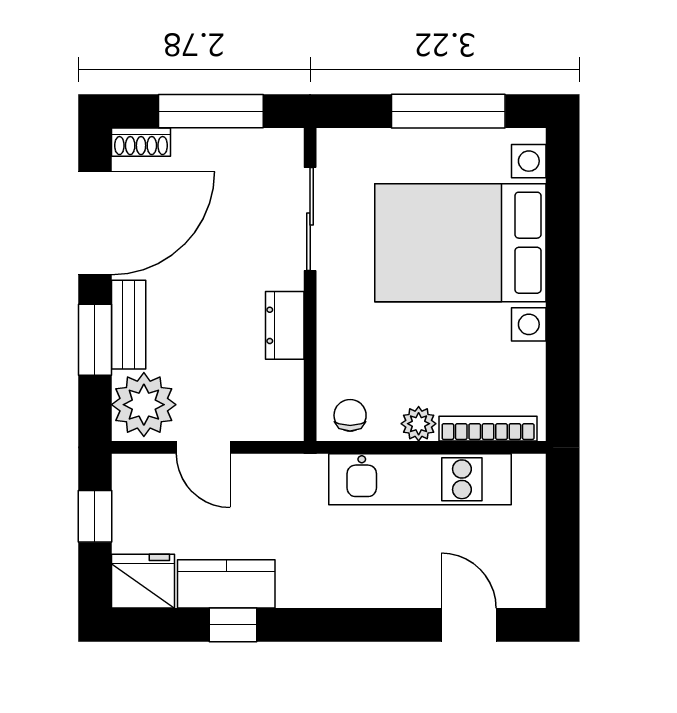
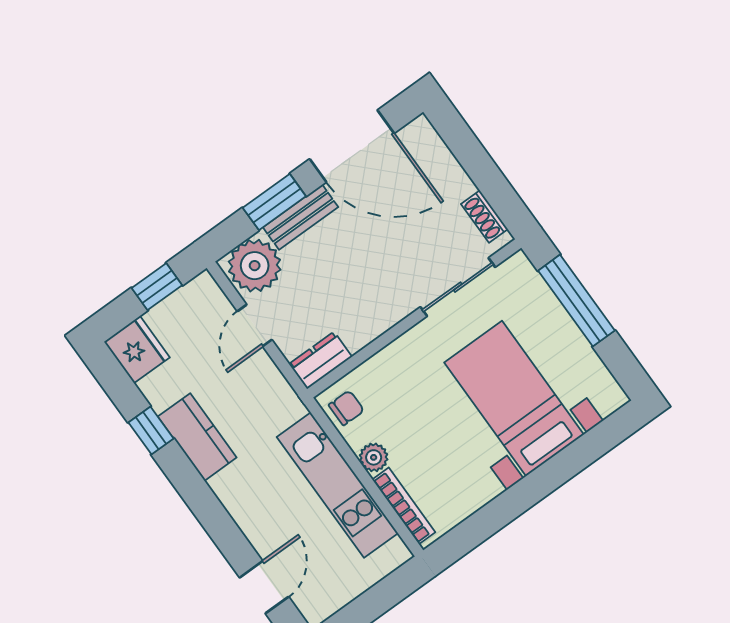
window: (211, 111) -> (482, 170), removed
window: (448, 111) -> (576, 301), moved
shoe rack: (141, 142) -> (485, 217), moved
bed with nightstands: (460, 243) -> (514, 398), width x0.73
dresser: (285, 325) -> (320, 360), moved
kitchen counter: (226, 584) -> (197, 437), moved

